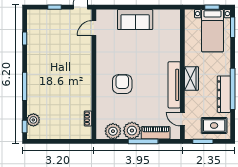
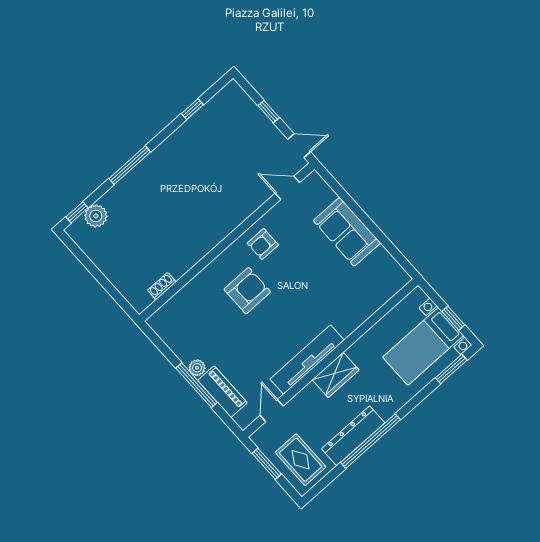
armchair: (108, 60) -> (263, 244), added
plant: (113, 131) -> (175, 334), removed
plant: (132, 131) -> (197, 368), width x0.53, depth x0.53

